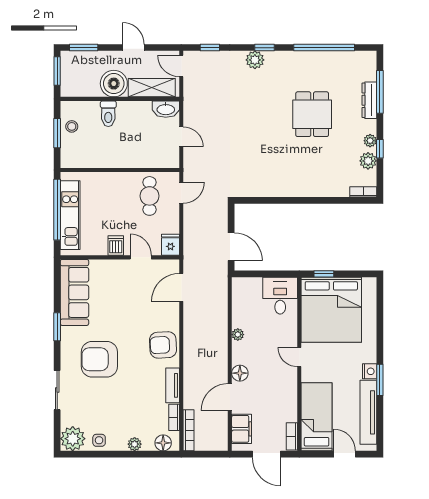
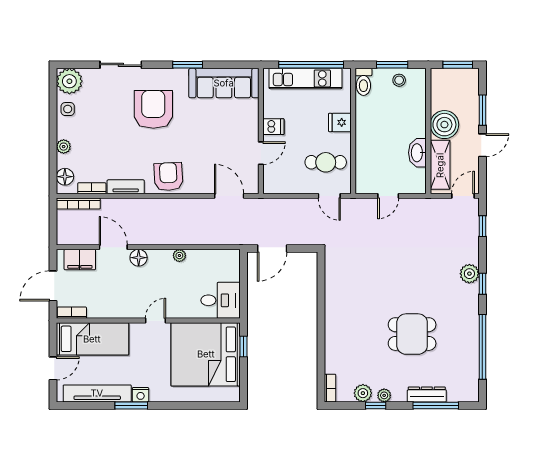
window: (84, 48) -> (482, 110), moved
washbasin: (166, 109) -> (417, 153), moved
toilet: (108, 114) -> (363, 82), moved, turned -90
fridge: (170, 245) -> (340, 122), moved, turned 180

